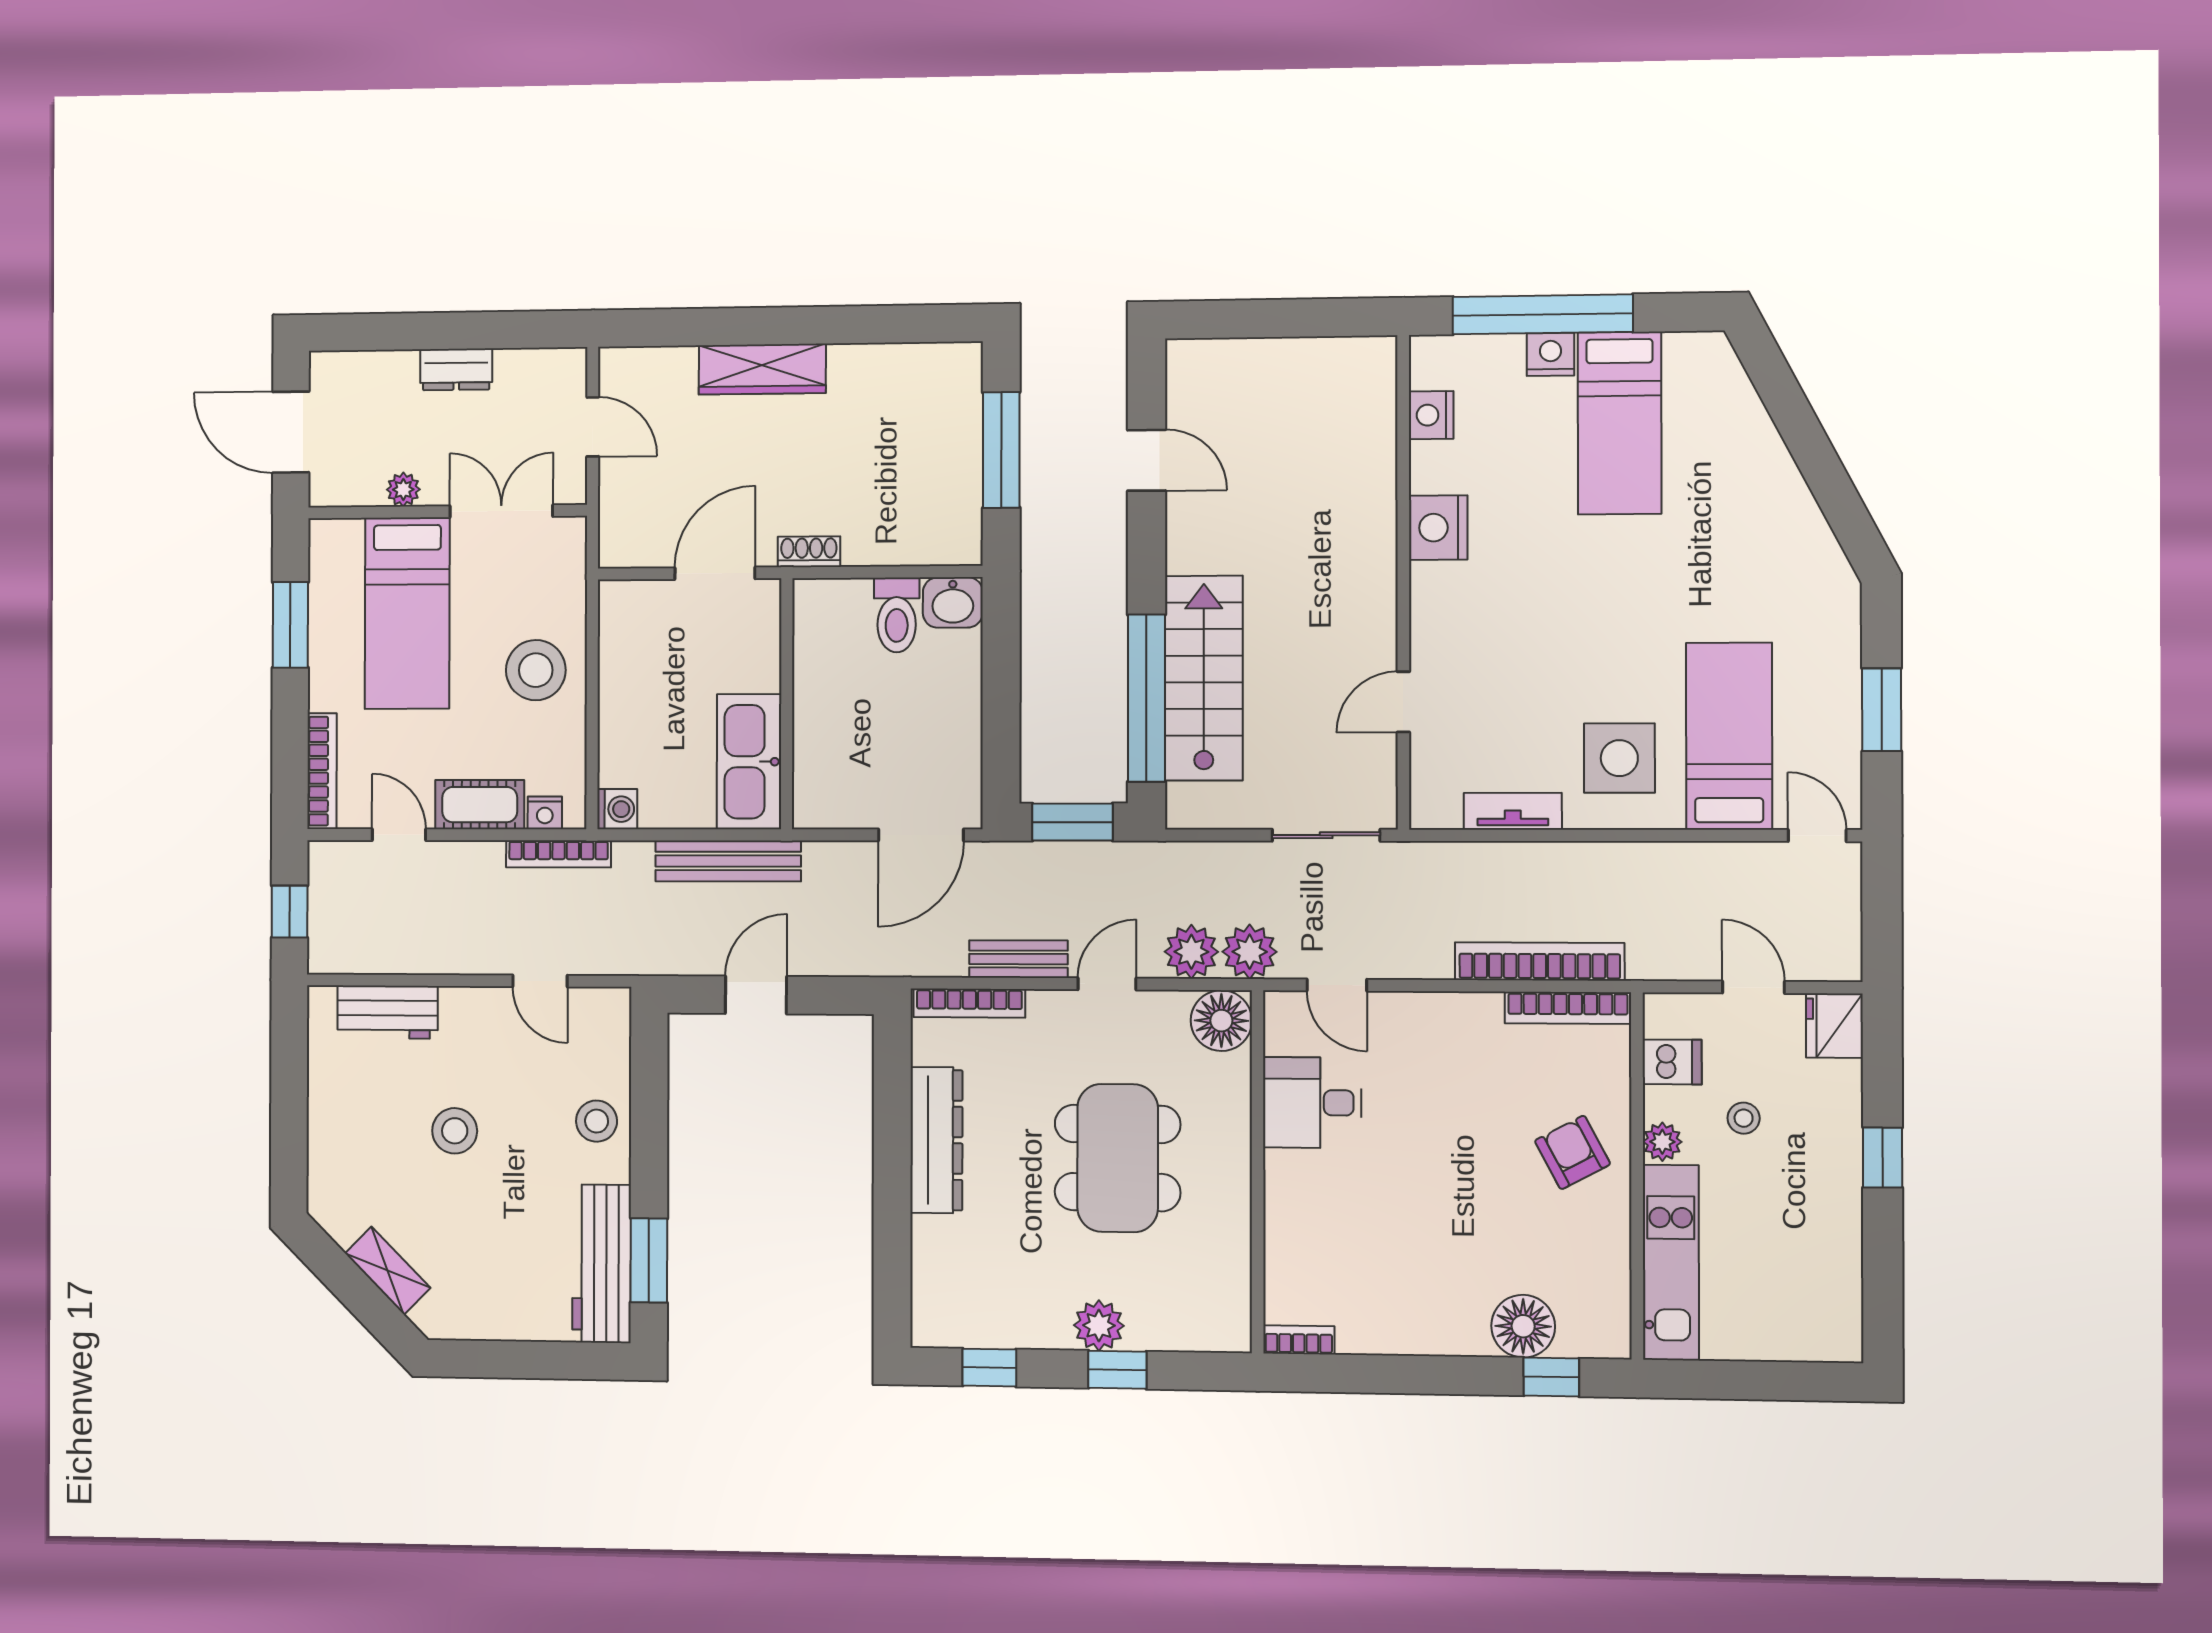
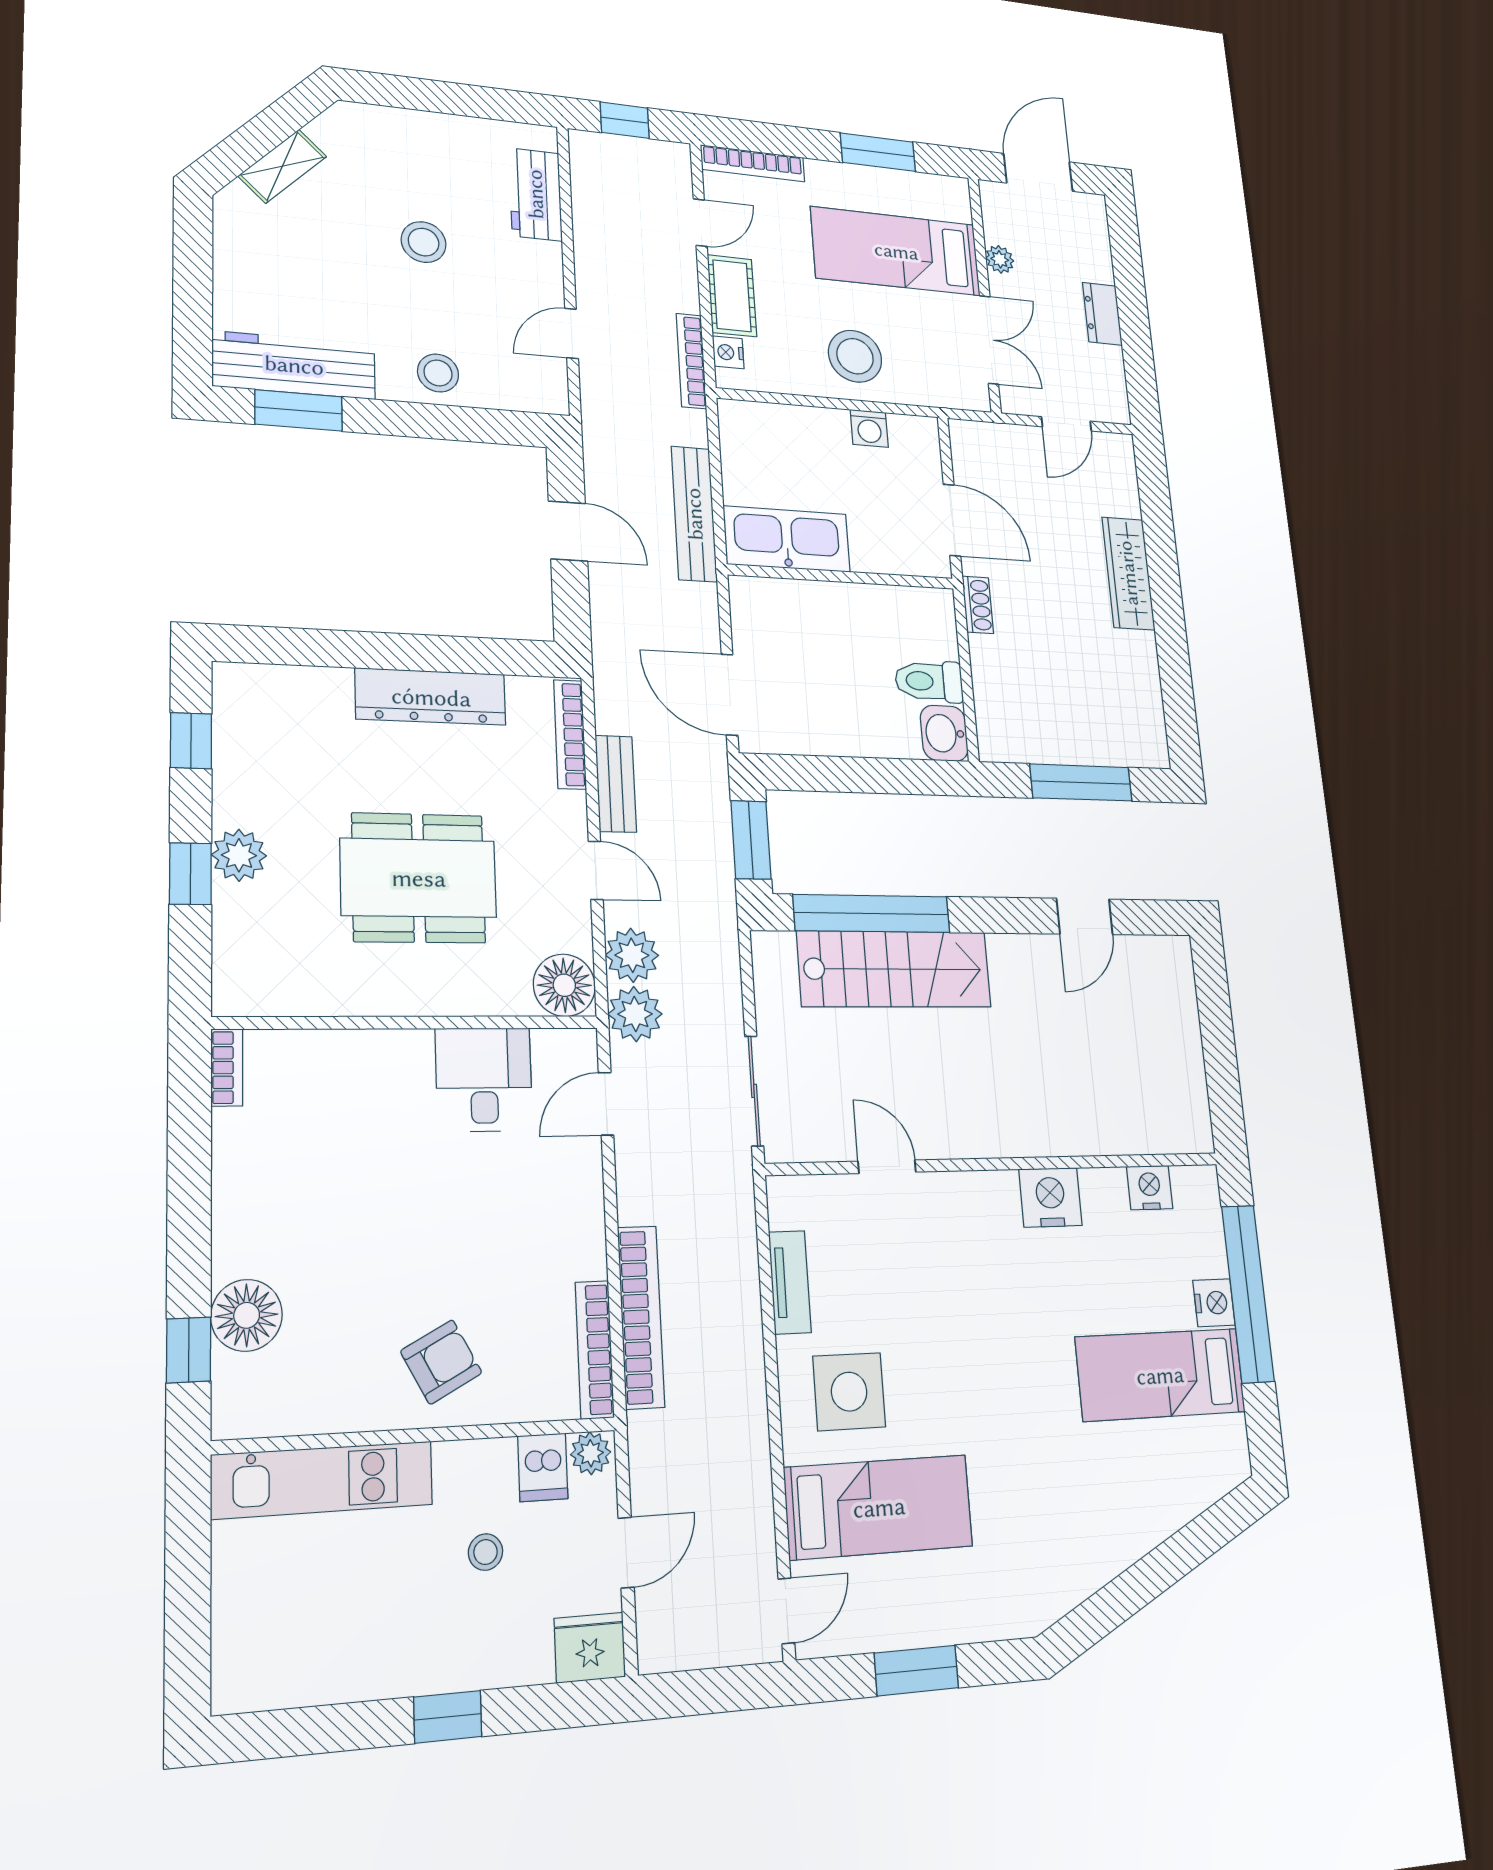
washing machine: (617, 809) -> (869, 428), moved
plant: (1662, 1142) -> (591, 1453), moved

